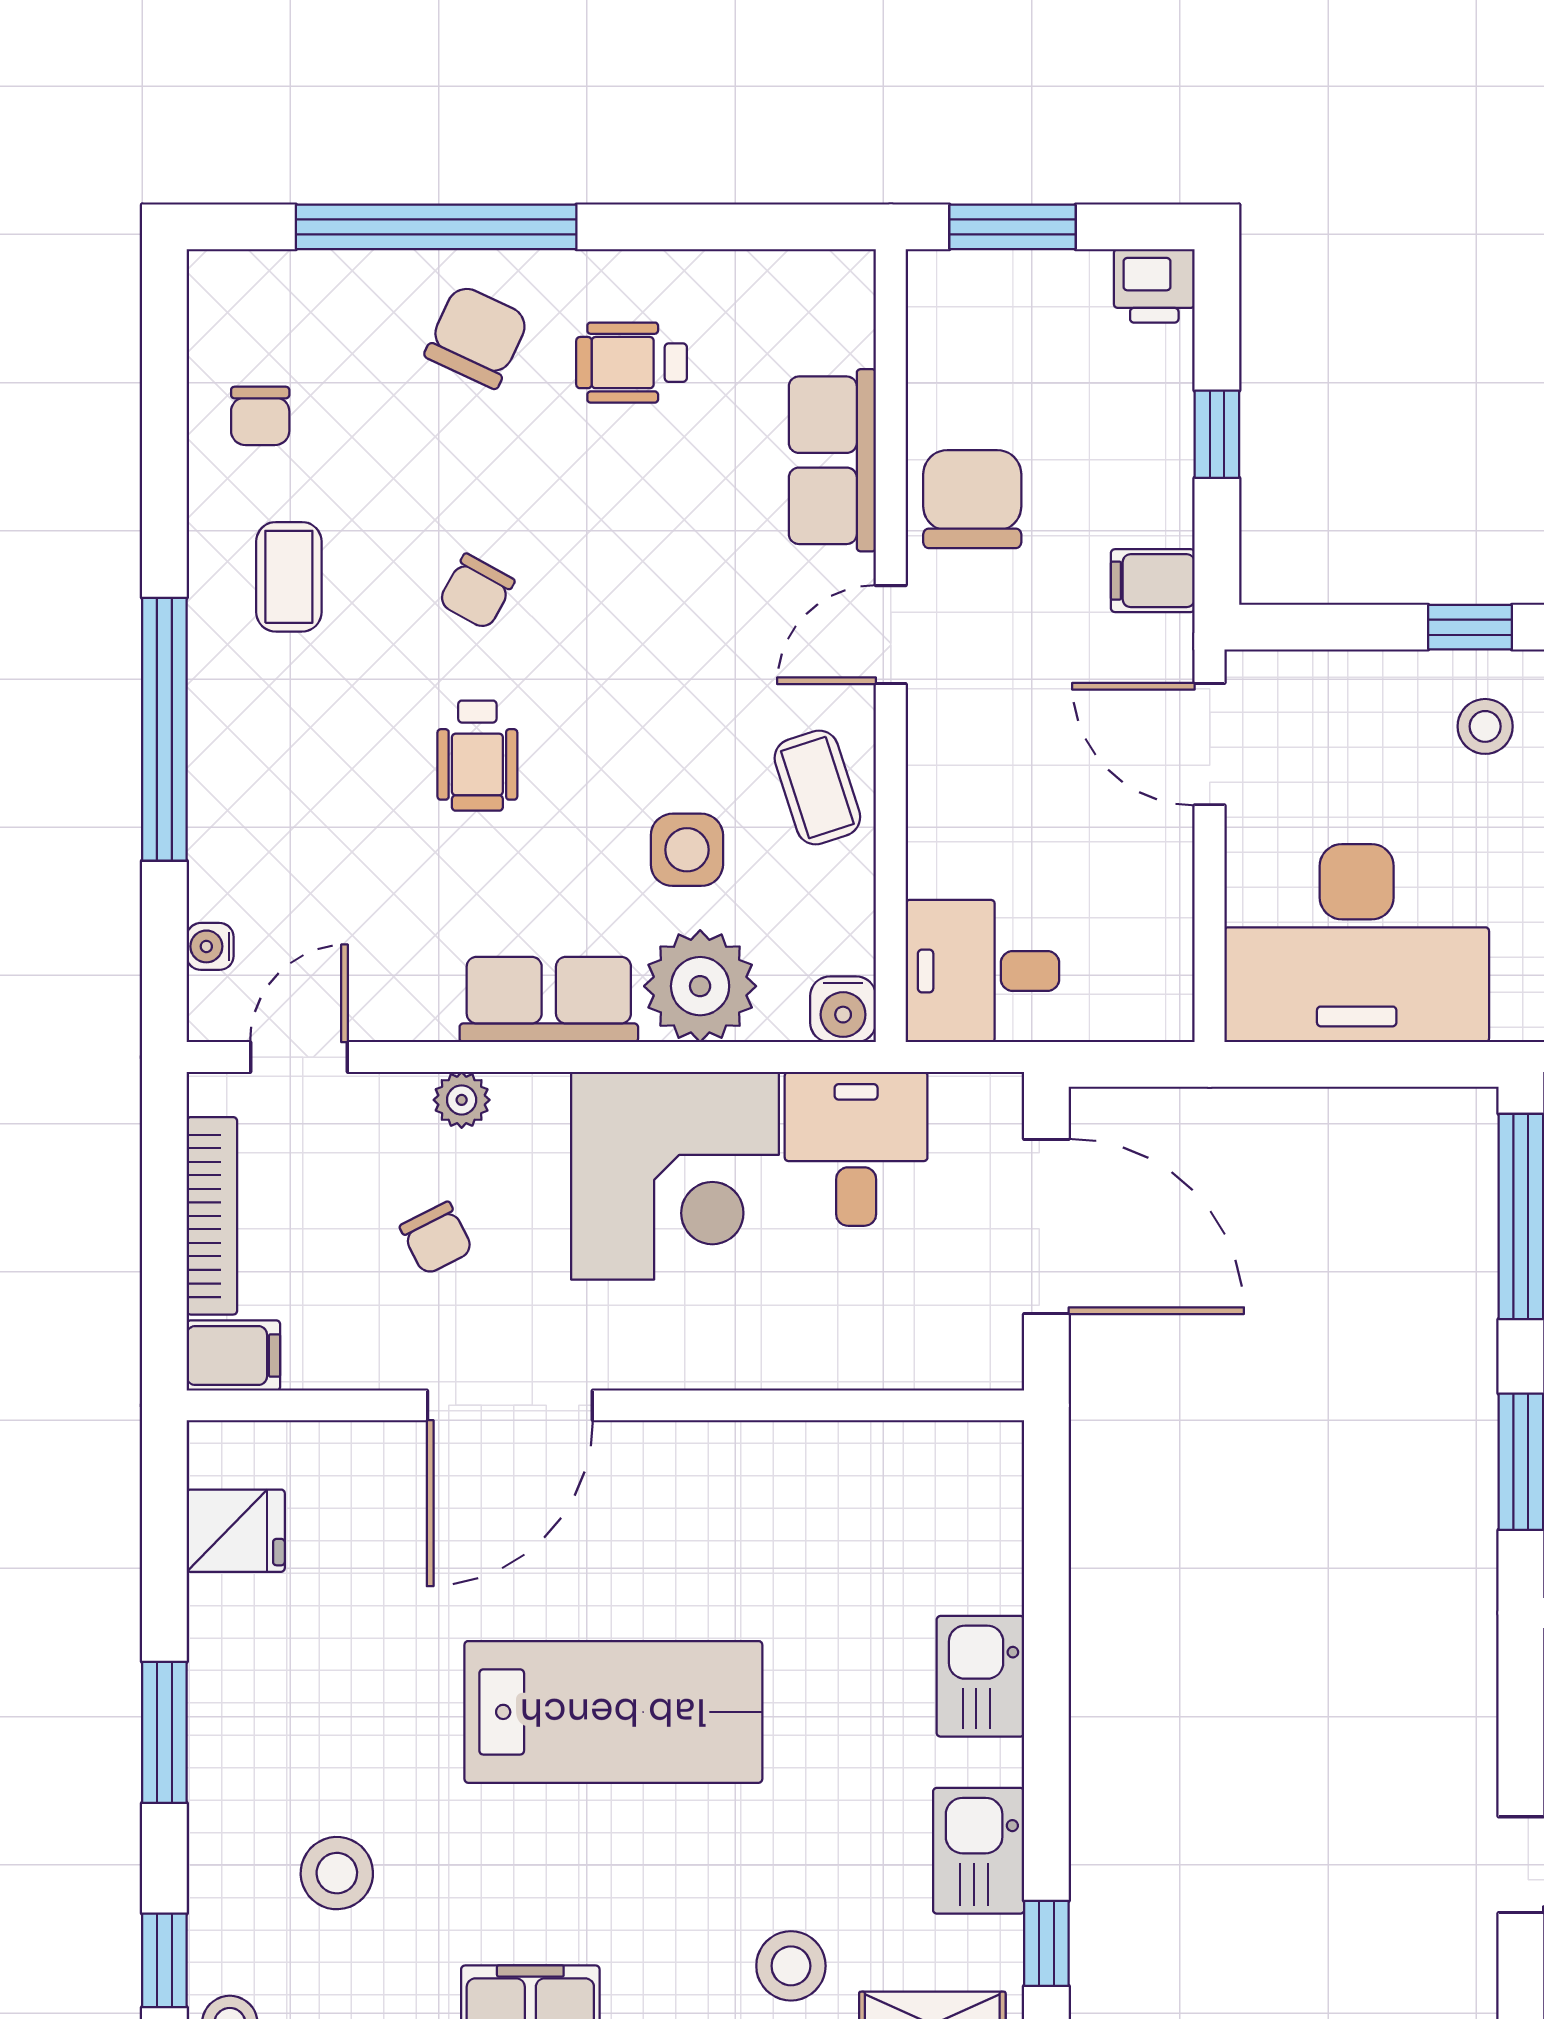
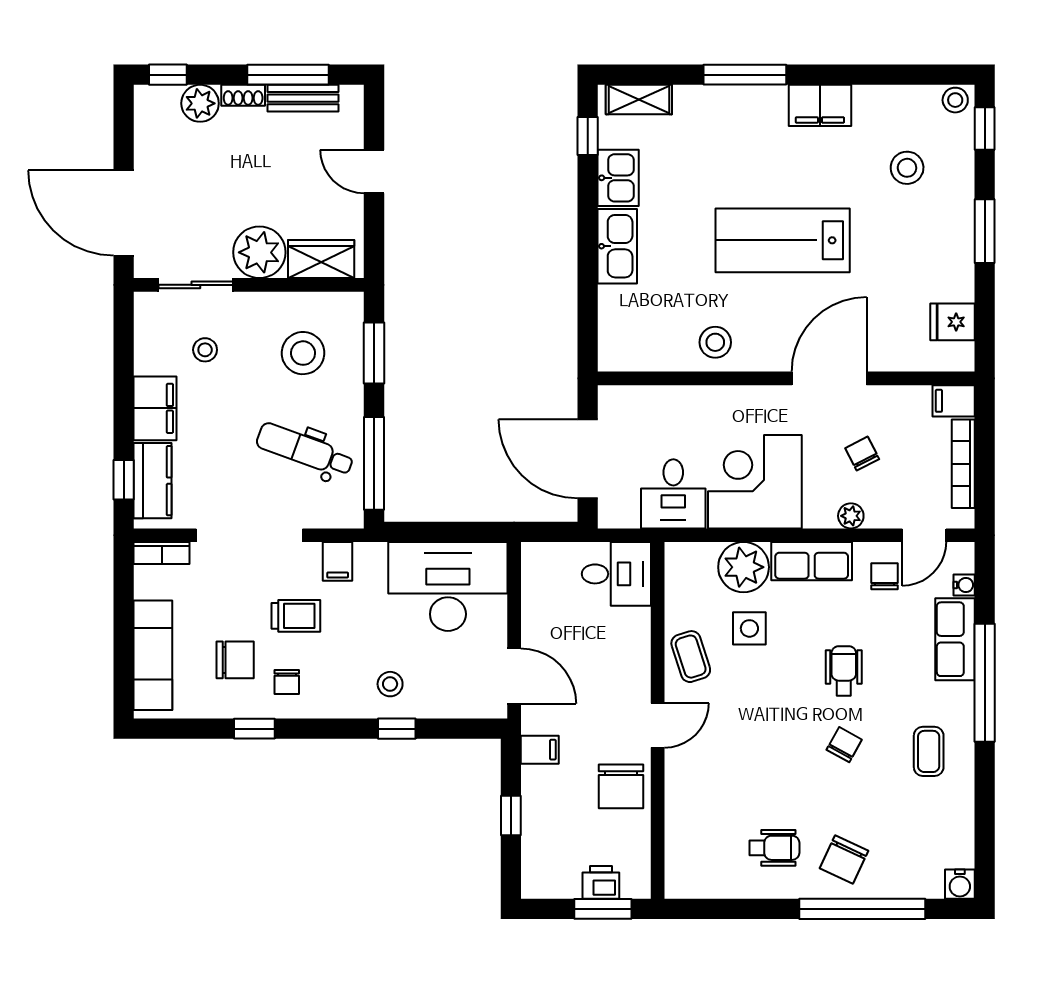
printer: (1154, 286) -> (601, 882), moved
chair: (260, 416) -> (884, 576), moved
row of seats: (832, 460) -> (955, 639), moved, turned 180
water cooler: (843, 1009) -> (960, 884), moved, turned 180
kitchen sink: (980, 1676) -> (617, 246), width x1.38
stool: (791, 1966) -> (715, 342), moved

